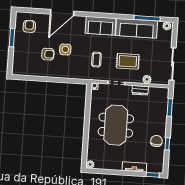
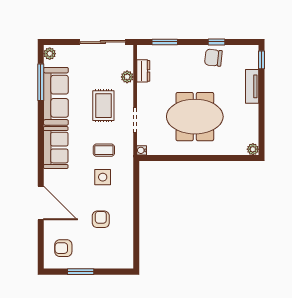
side table: (65, 49) -> (103, 177), moved
dresser: (140, 90) -> (143, 71), moved

